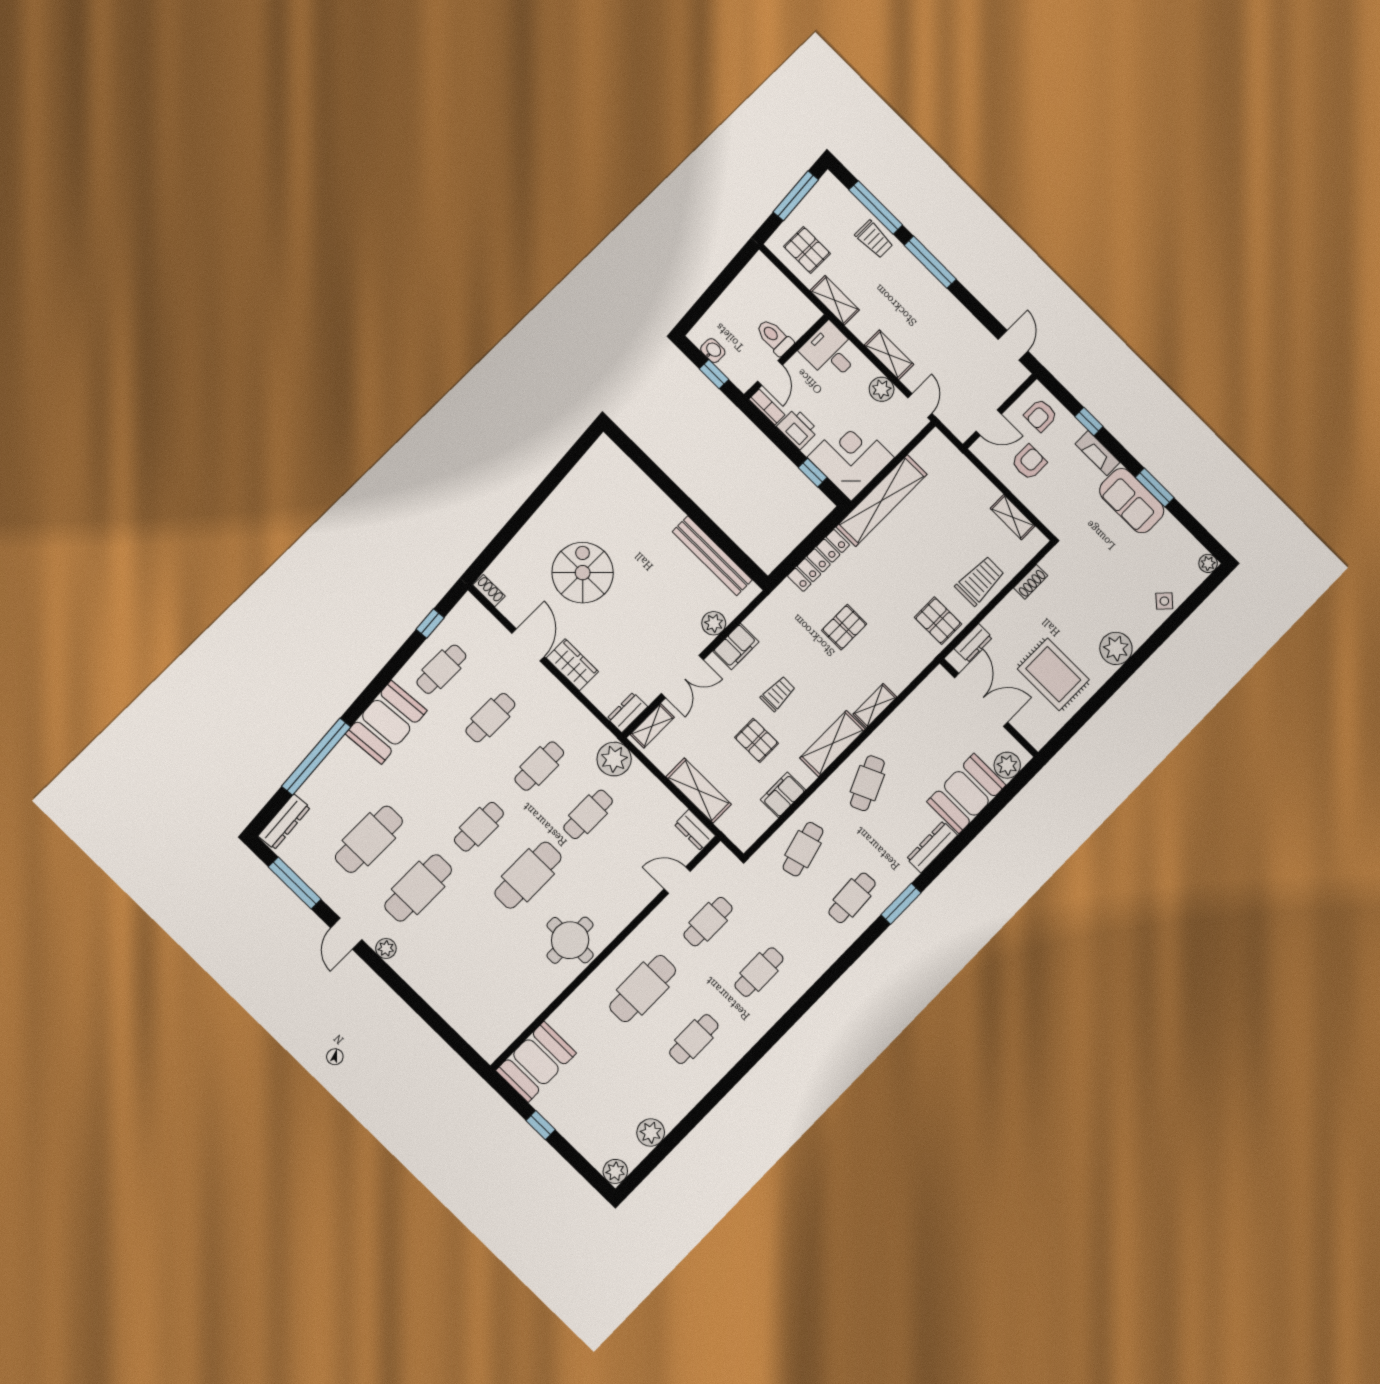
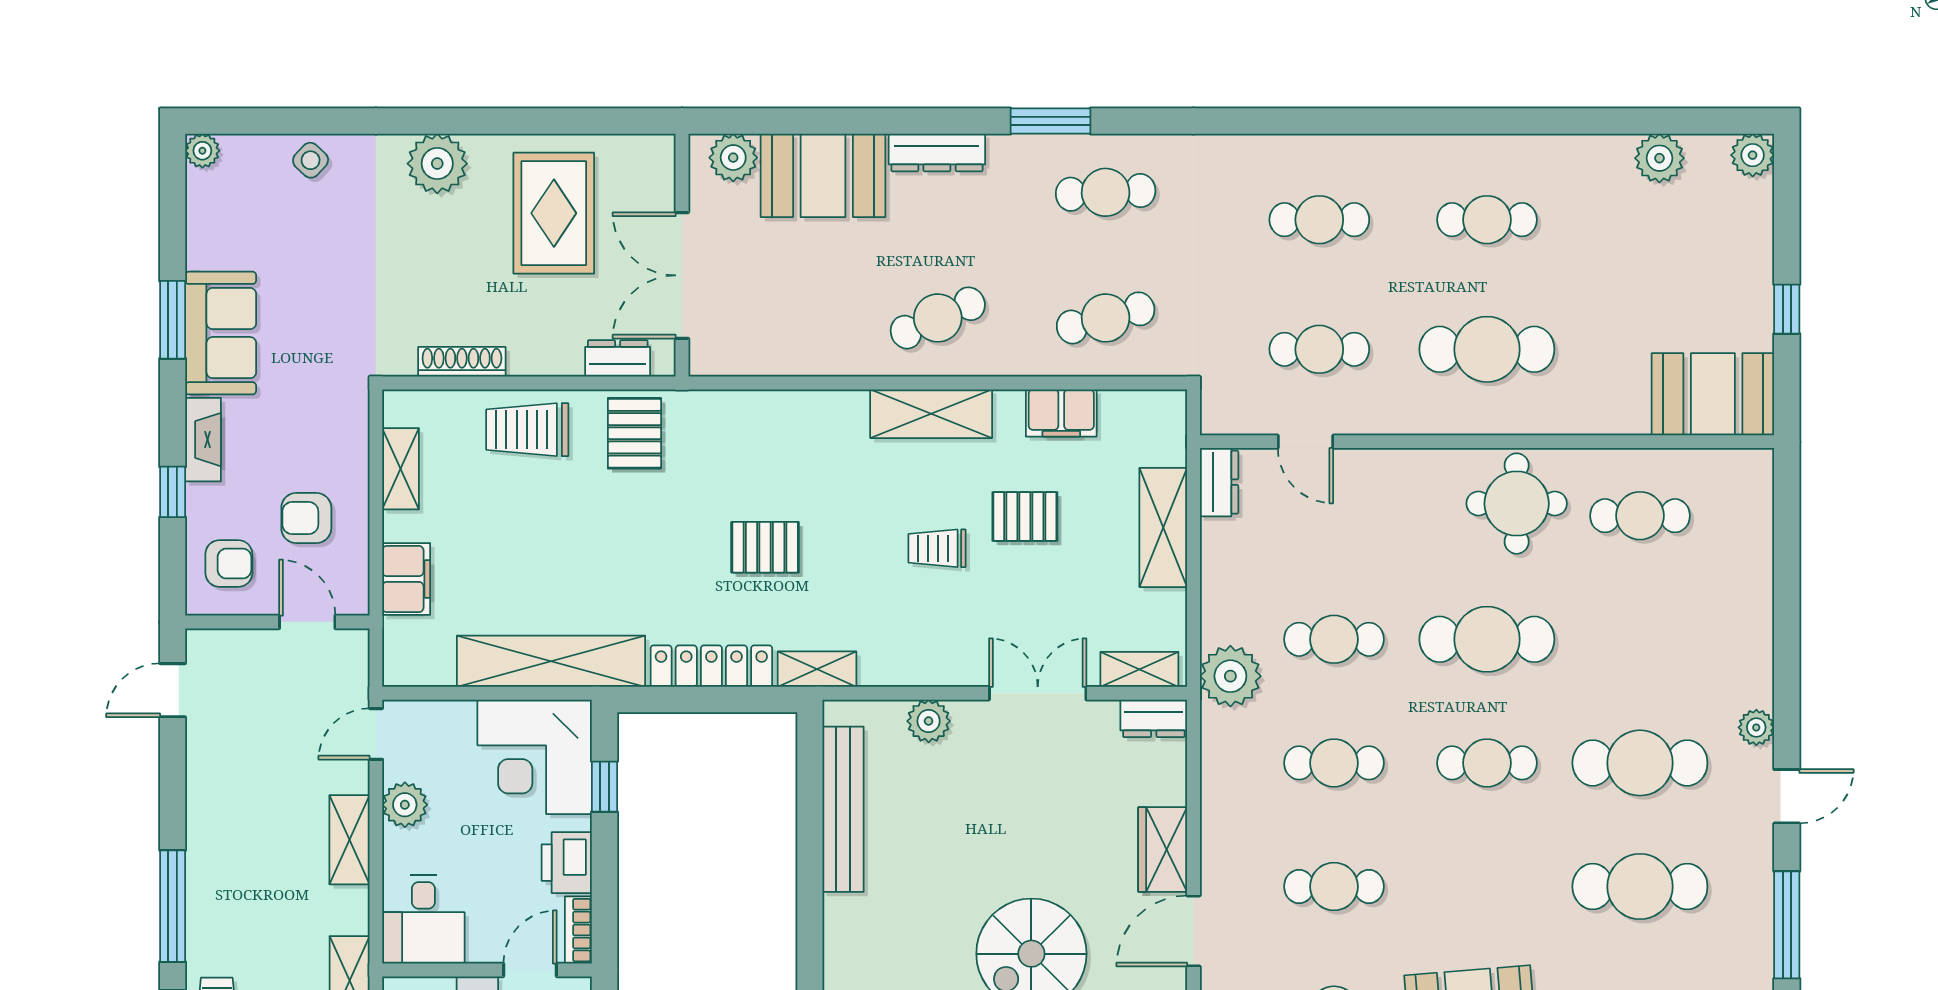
shoe rack: (1031, 582) -> (462, 362), width x1.43
filing cabinet: (736, 646) -> (406, 579), moved, turned 90
shelving: (875, 706) -> (817, 669), moved
pallet: (757, 740) -> (1025, 516), turned 90
cafe table: (517, 985) -> (1640, 516), added

